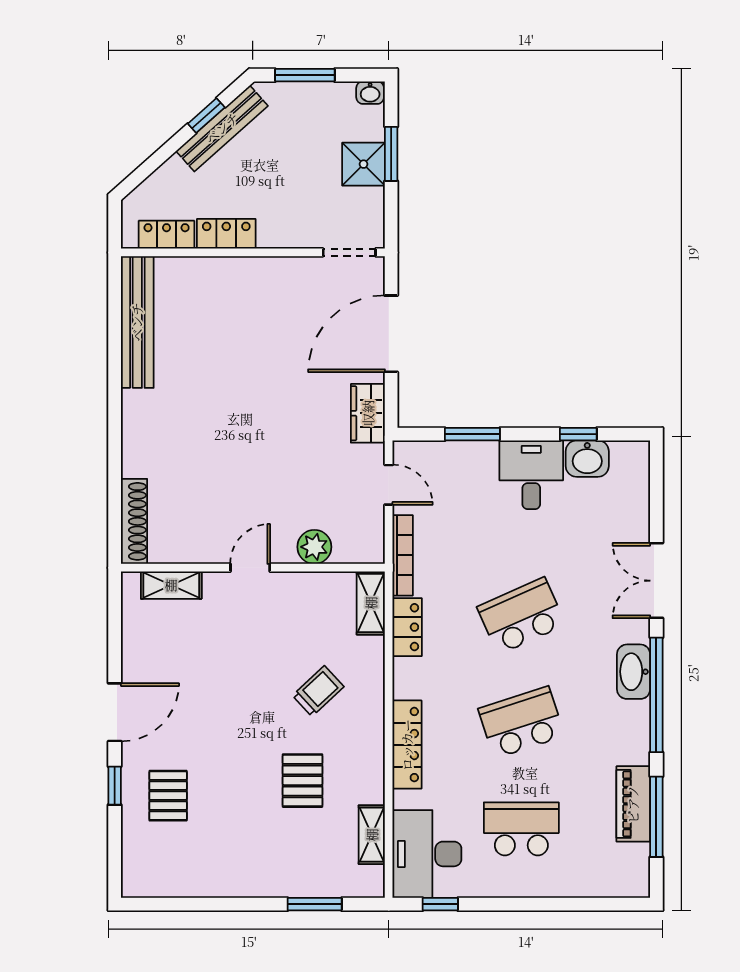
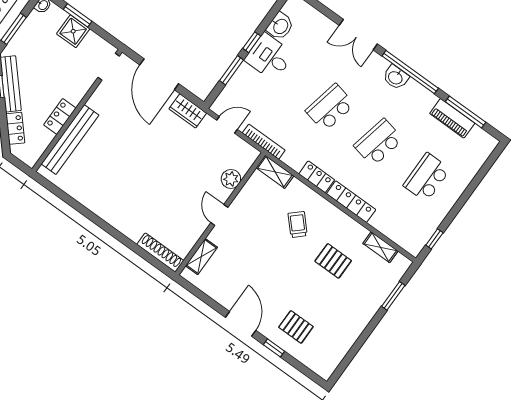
locker: (167, 235) -> (15, 128), moved, turned 138
bench: (137, 322) -> (70, 140), moved, turned 90
window: (578, 434) -> (252, 42), moved
school desk: (521, 616) -> (330, 108), turned 36
locker: (407, 627) -> (317, 177), moved
washbasin: (634, 672) -> (396, 77), width x0.72
school desk: (521, 722) -> (378, 142), turned 30
desk: (427, 854) -> (407, 228), removed

